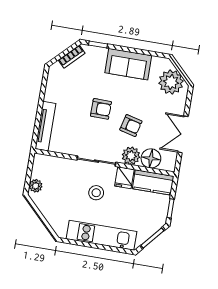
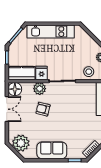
armchair: (101, 109) -> (65, 117), removed
floor lamp: (151, 158) -> (15, 89), moved
stool: (96, 193) -> (89, 72), moved

